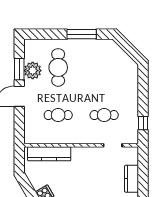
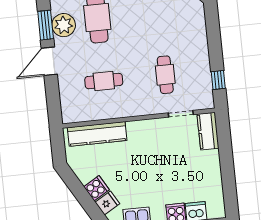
cafe table: (104, 115) -> (165, 75), turned 90
kitchen counter: (132, 179) -> (208, 131), moved

